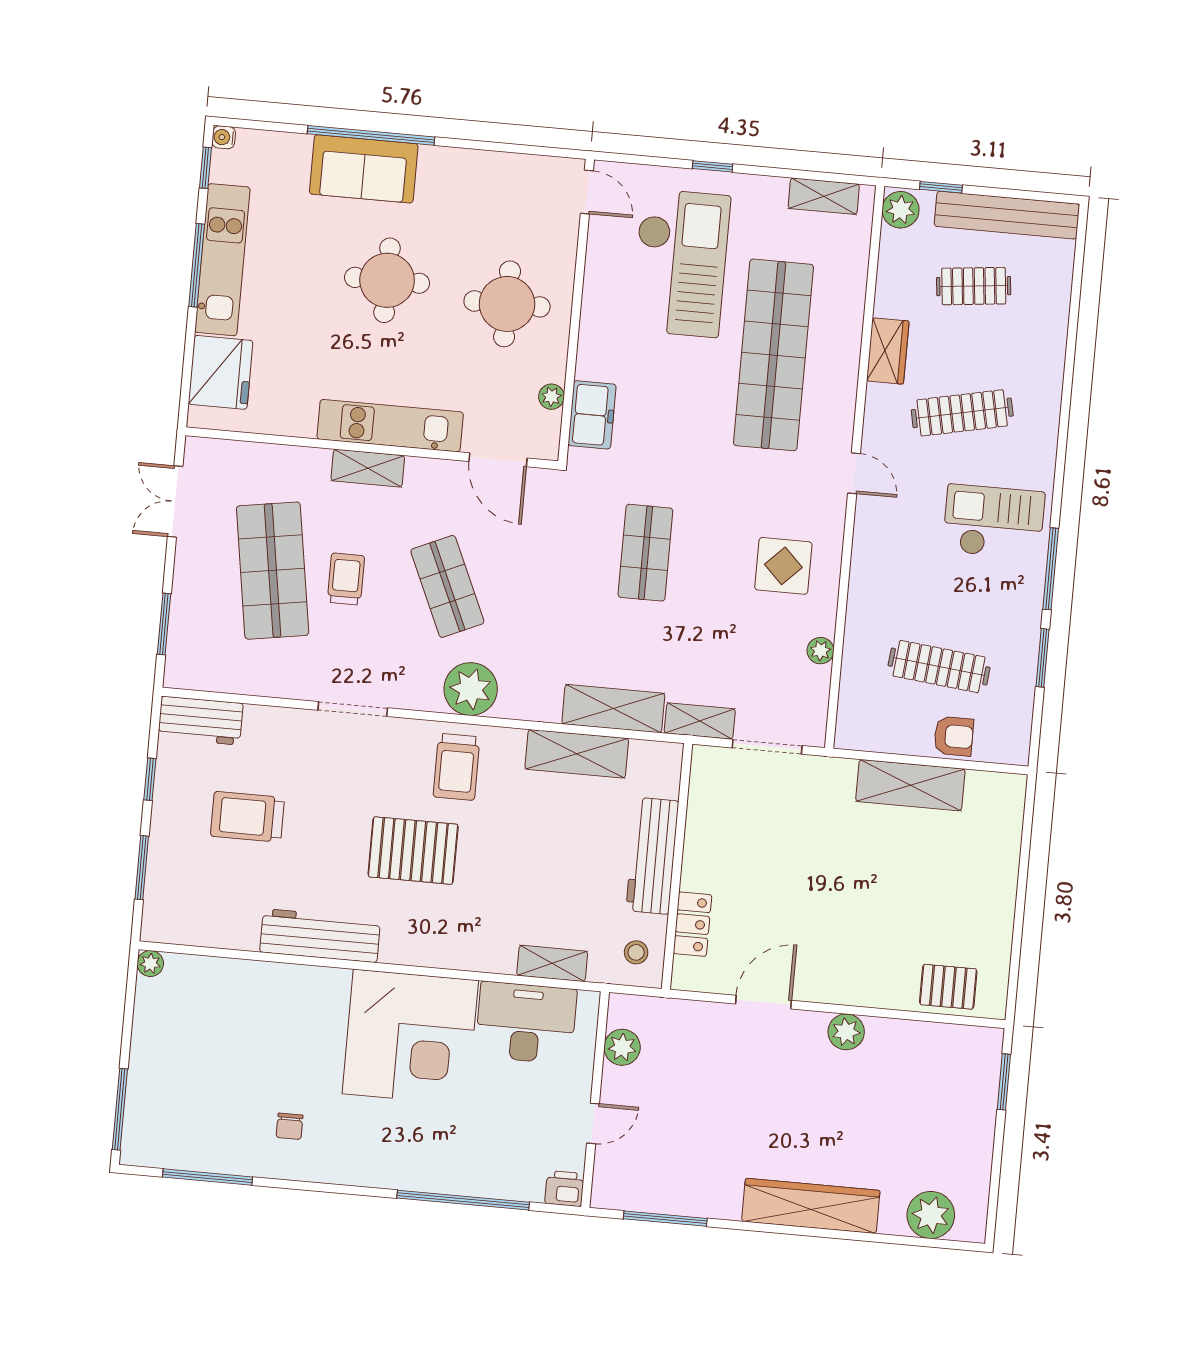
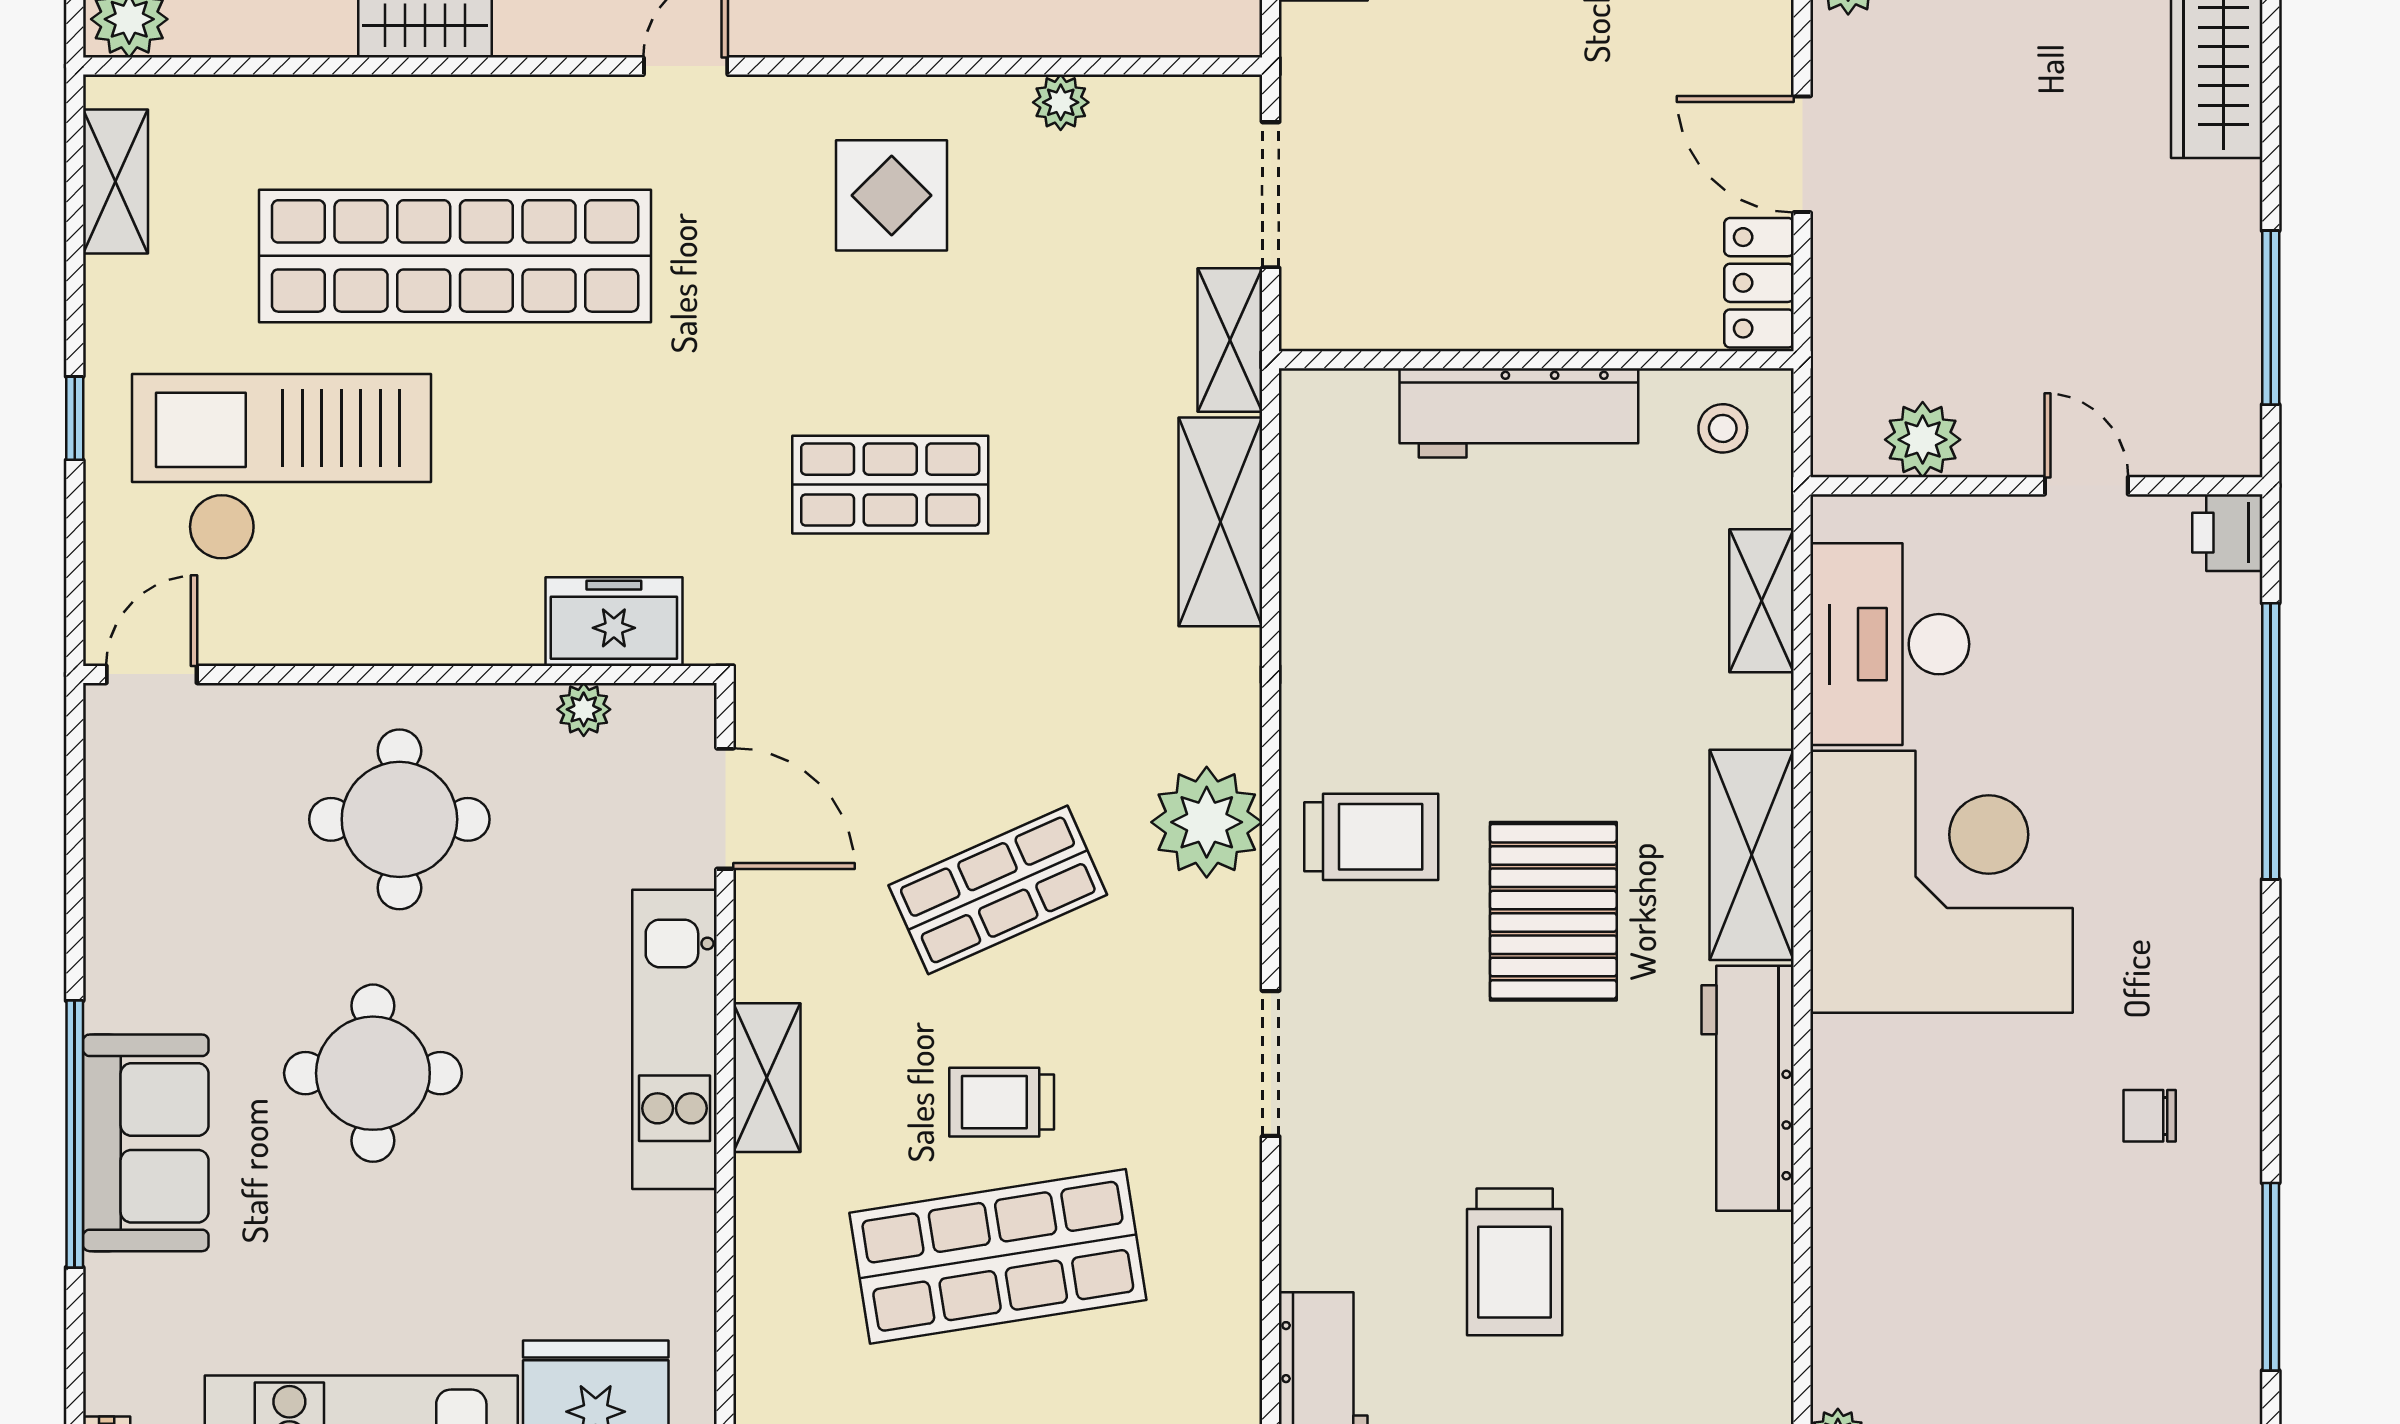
door: (498, 460) -> (725, 809), hinge flipped
shelving: (577, 754) -> (1752, 855), moved
locker: (692, 924) -> (1759, 283), moved, turned -90
chair: (290, 1126) -> (2150, 1116), turned 180

